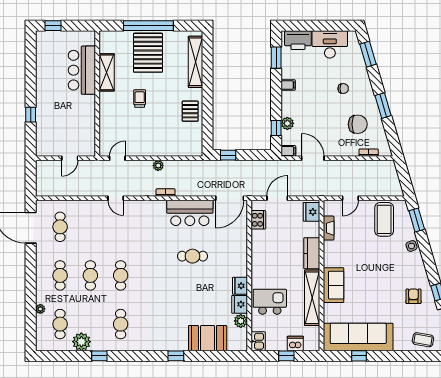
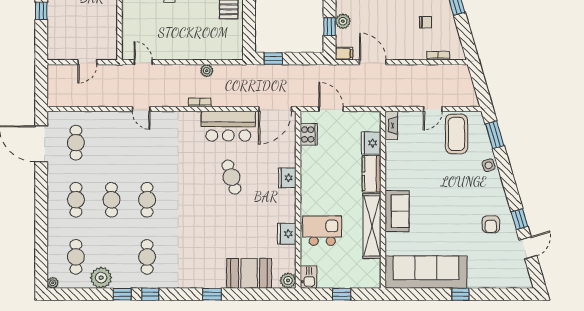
chair: (358, 124) -> (426, 22), width x0.54, depth x0.54
door: (117, 158) -> (143, 62), hinge flipped
plant: (158, 165) -> (207, 71), moved
door: (277, 198) -> (331, 109), hinge flipped
door: (350, 198) -> (433, 109), moved
fridge: (311, 212) -> (371, 143), moved
fireplace: (329, 228) -> (391, 125), moved
cafe table: (192, 256) -> (231, 177), turned 73
fridge: (240, 286) -> (287, 178), moved
armchair: (413, 296) -> (491, 224), turned 180
plant: (40, 309) -> (53, 283), moved
plant: (241, 321) -> (288, 280), moved
coffee table: (423, 340) -> (502, 275), removed
dishwasher: (295, 343) -> (352, 280), removed
window: (123, 356) -> (150, 294), added
window: (359, 356) -> (460, 294), moved

